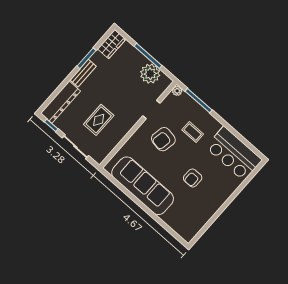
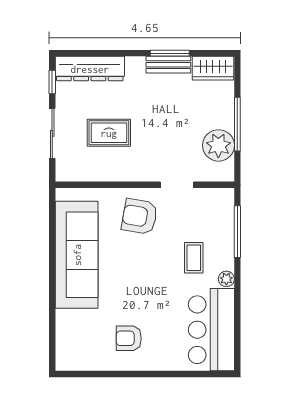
bench: (83, 73) -> (168, 65), moved
plant: (177, 91) -> (226, 279), moved
armchair: (163, 139) -> (140, 216), moved
armchair: (193, 178) -> (129, 338), moved

